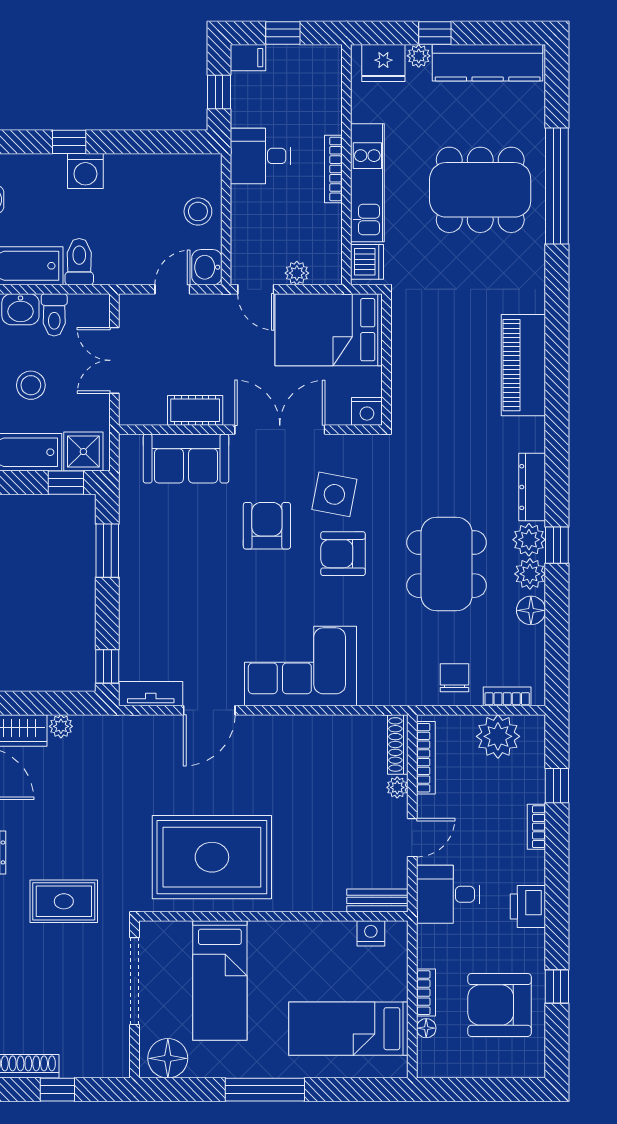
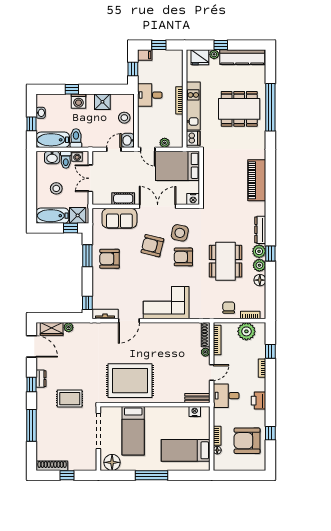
shower: (144, 172) -> (102, 102), added
washing machine: (82, 306) -> (77, 156), added
armchair: (267, 526) -> (152, 246), turned -76
armchair: (162, 558) -> (109, 259), added

